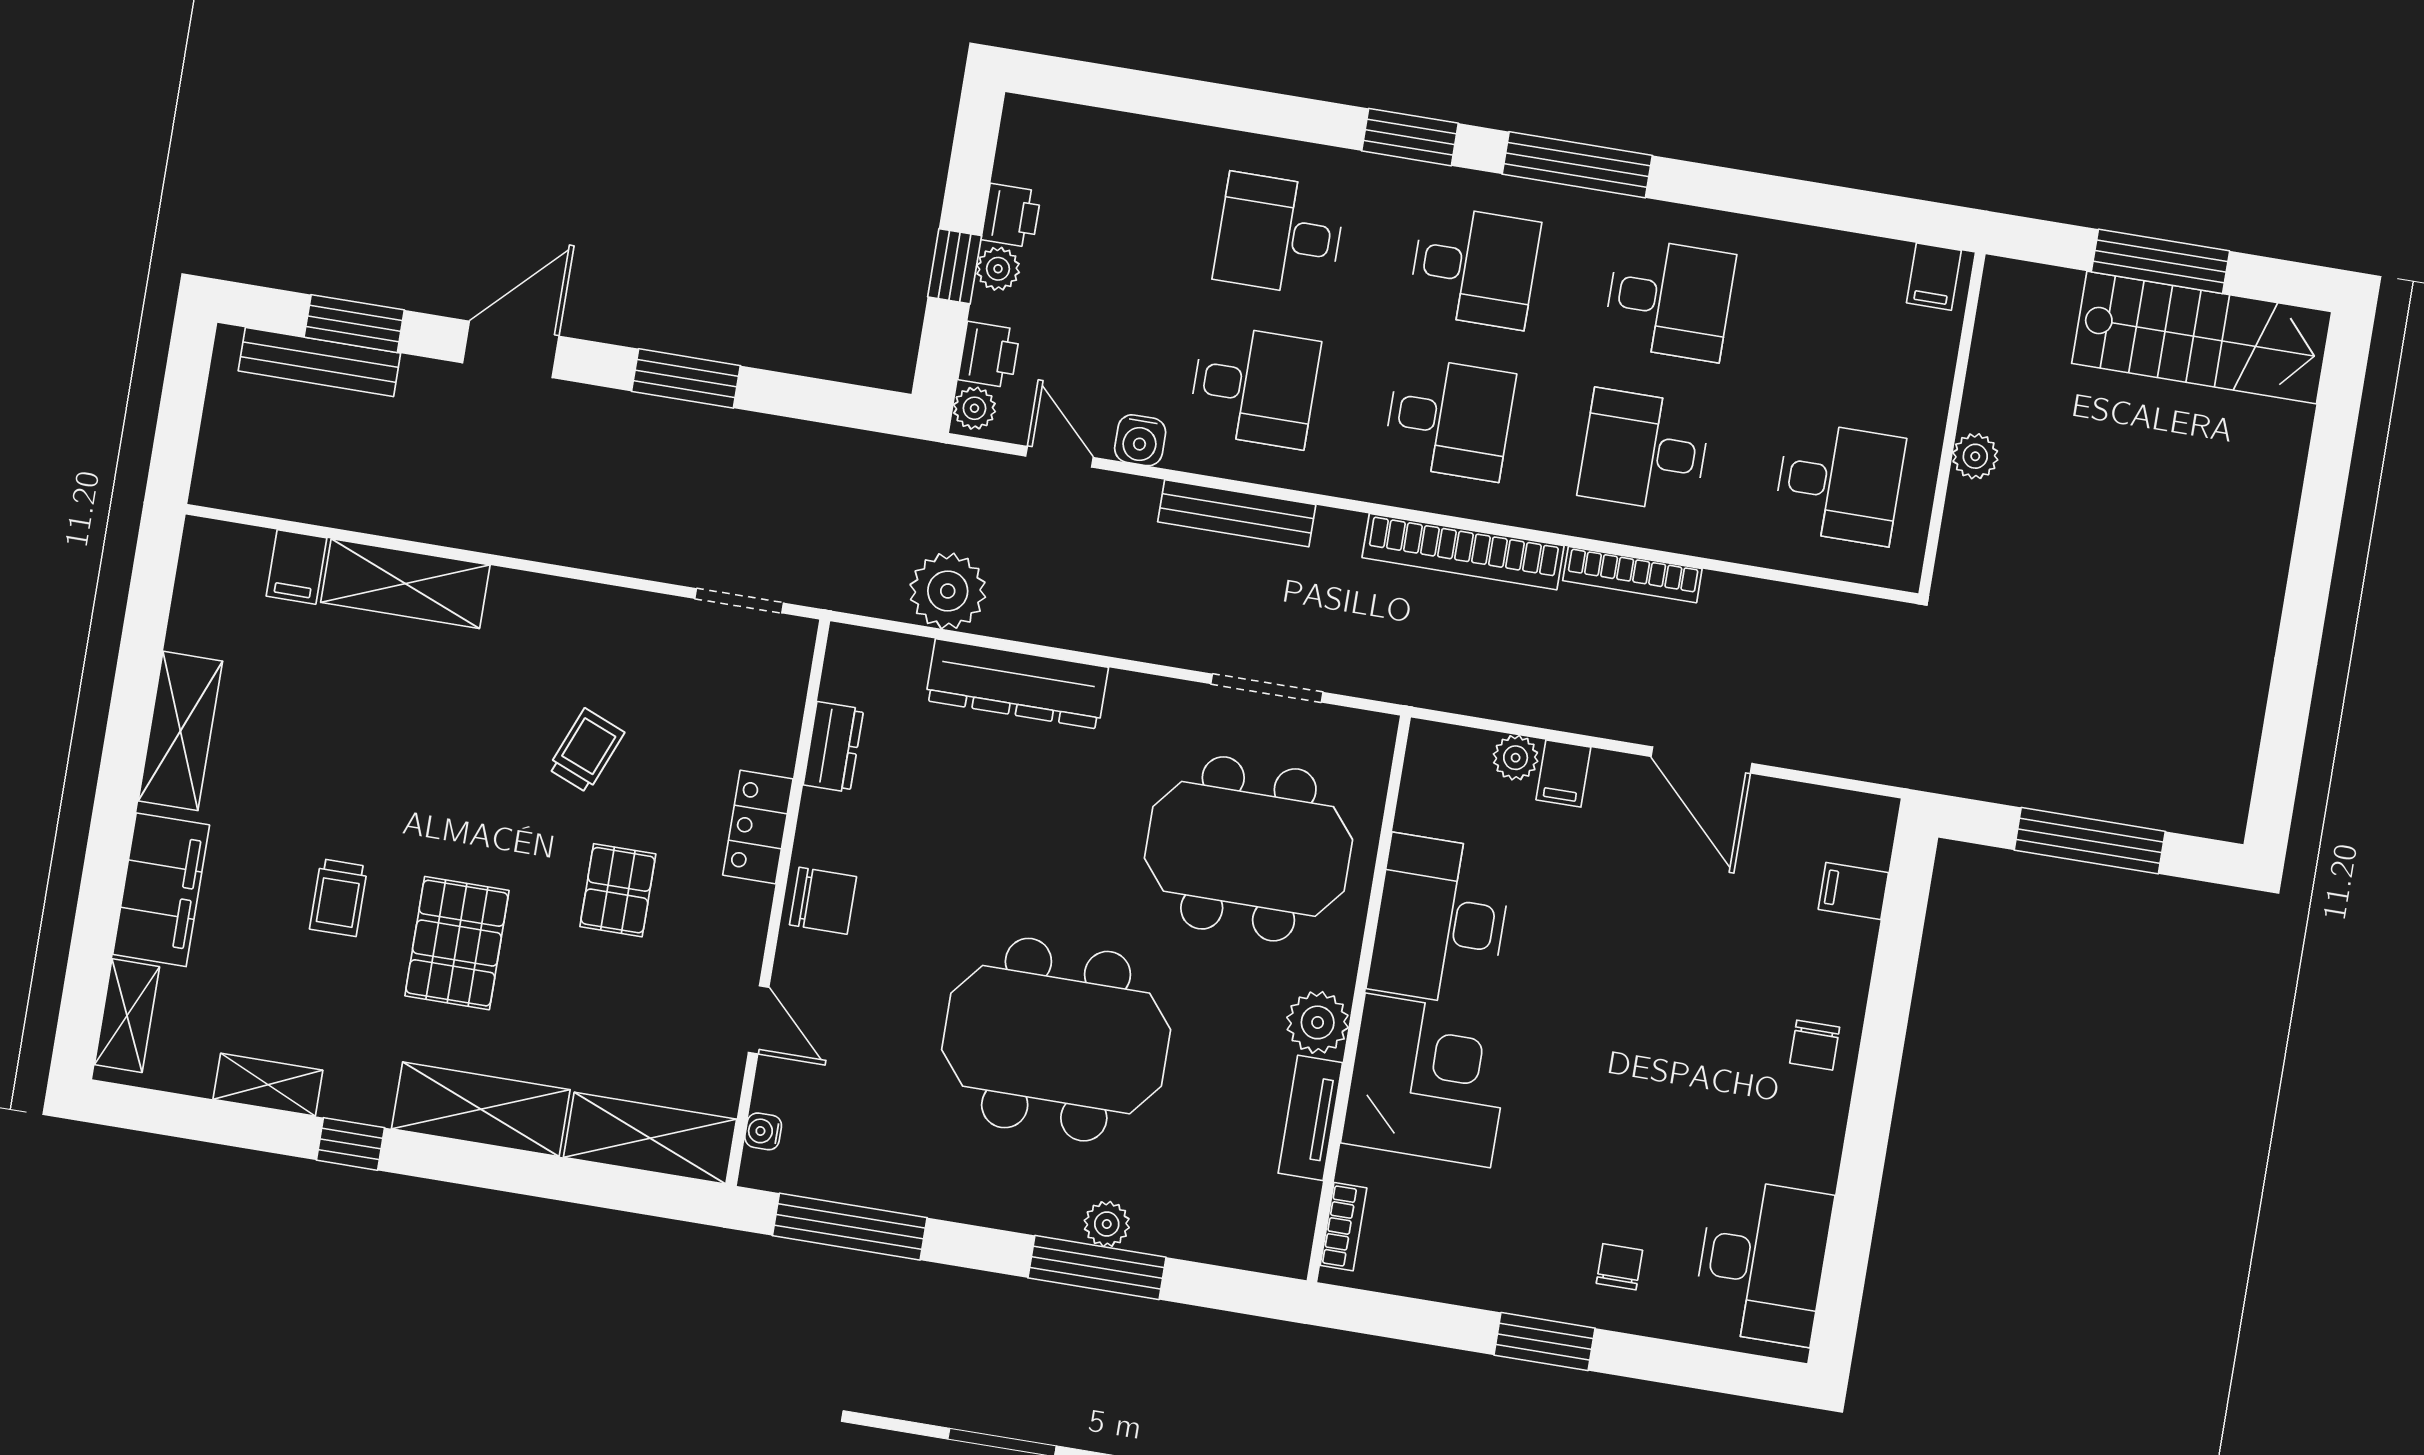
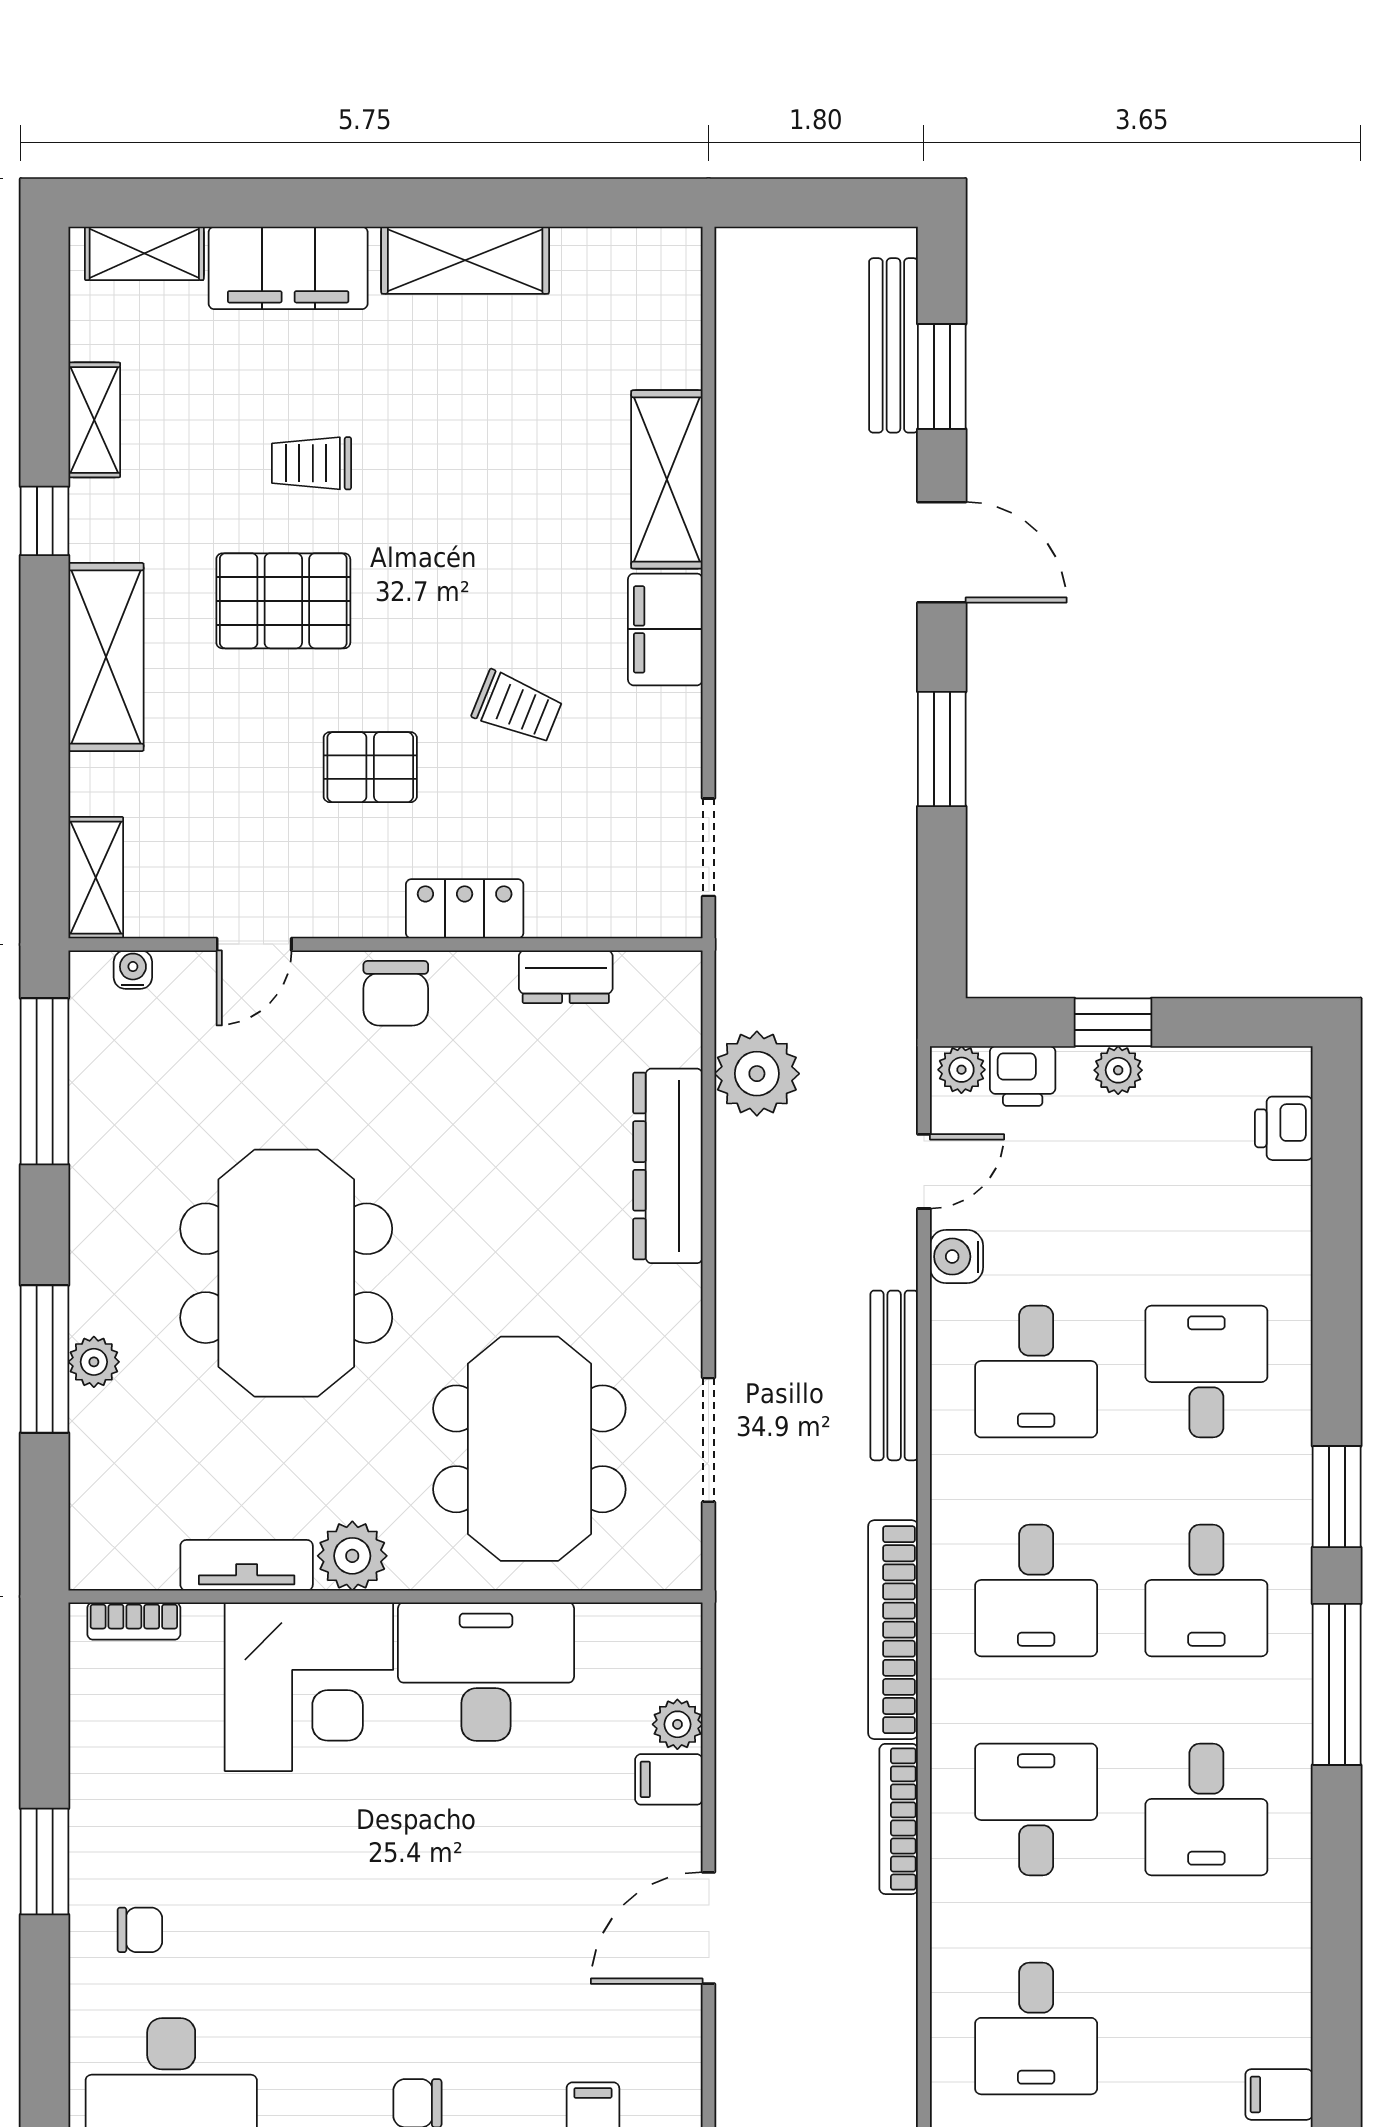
printer: (1011, 216) -> (1284, 1128), moved, turned 90
filing cabinet: (296, 567) -> (665, 629), moved, width x2.00
shelving: (650, 1138) -> (96, 878), width x0.67, depth x0.75

